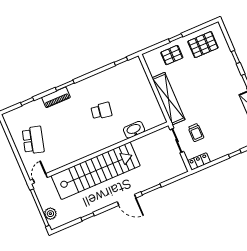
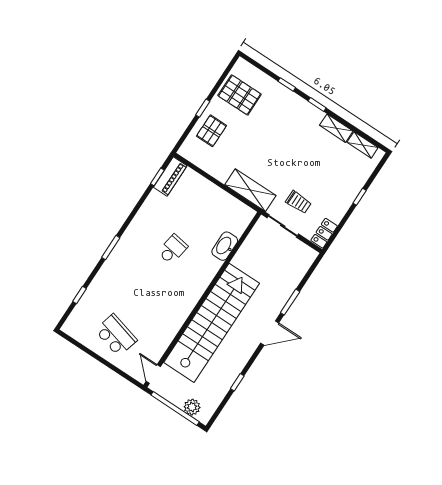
pallet: (203, 45) -> (240, 95), turned 90
piano: (56, 97) -> (170, 176), moved
shelving: (168, 99) -> (250, 190), width x0.68

